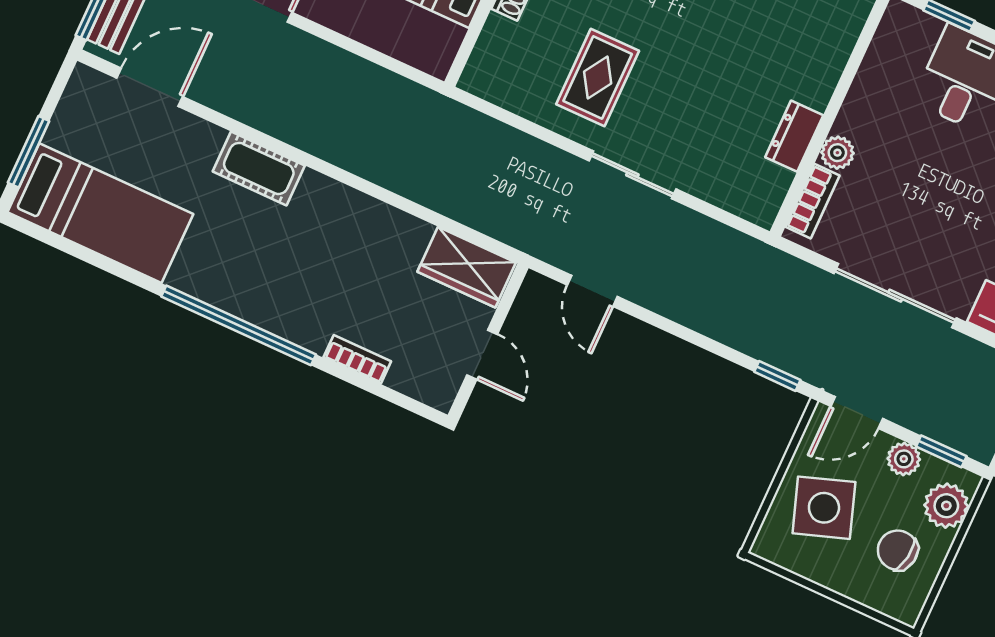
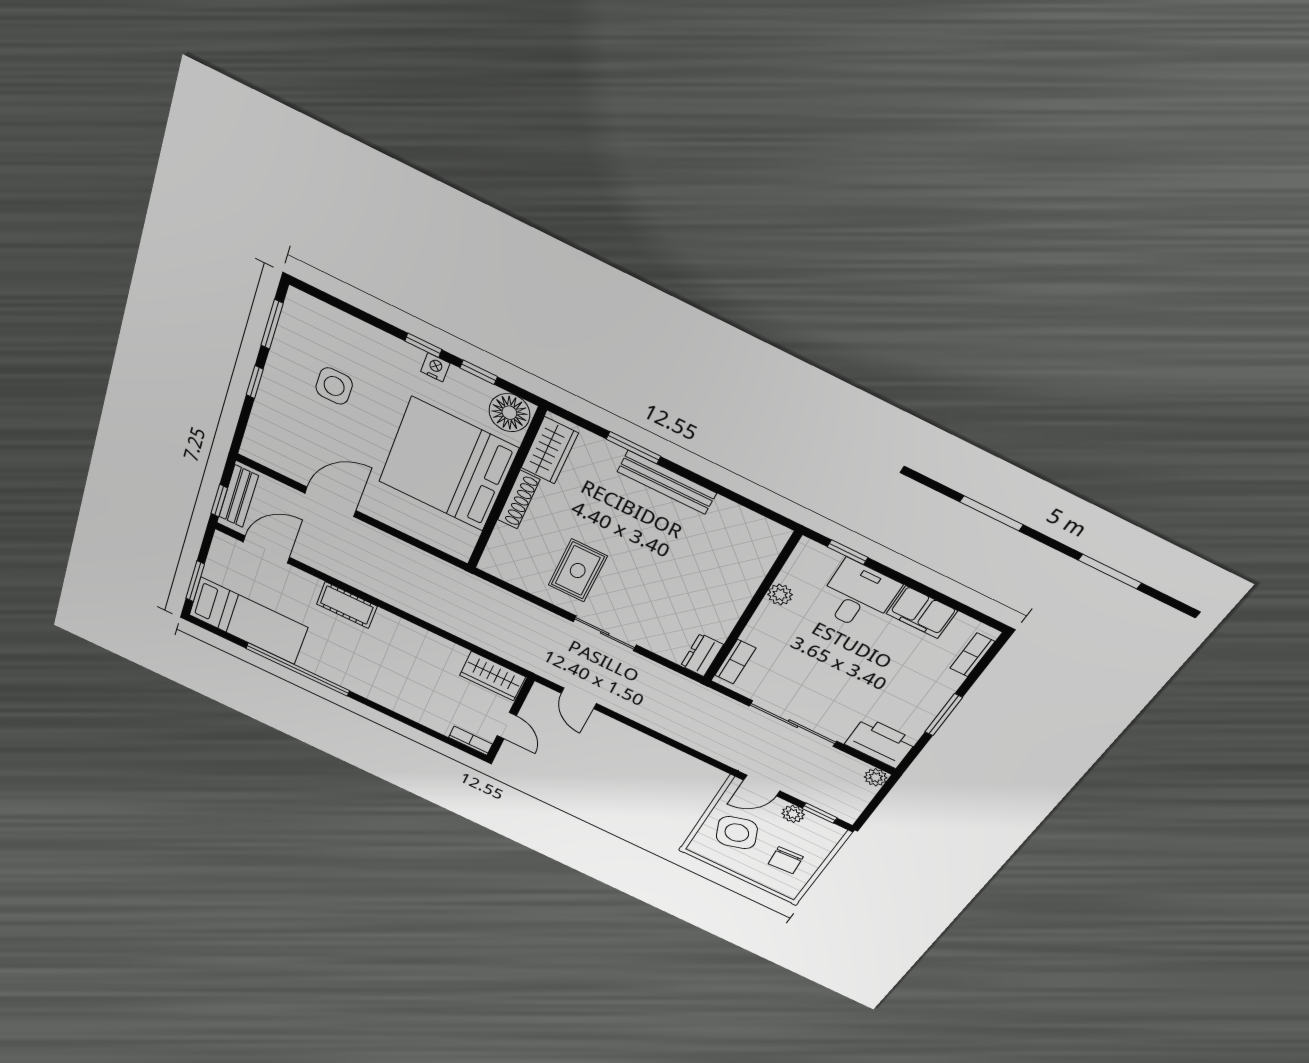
dresser: (794, 136) -> (702, 655), moved
plant: (837, 153) -> (780, 595), moved
window: (239, 325) -> (298, 670), moved
bookcase: (357, 359) -> (471, 741), moved
window: (777, 376) -> (707, 759), removed
plant: (946, 506) -> (821, 842), removed
chair: (898, 550) -> (786, 860), turned -103

